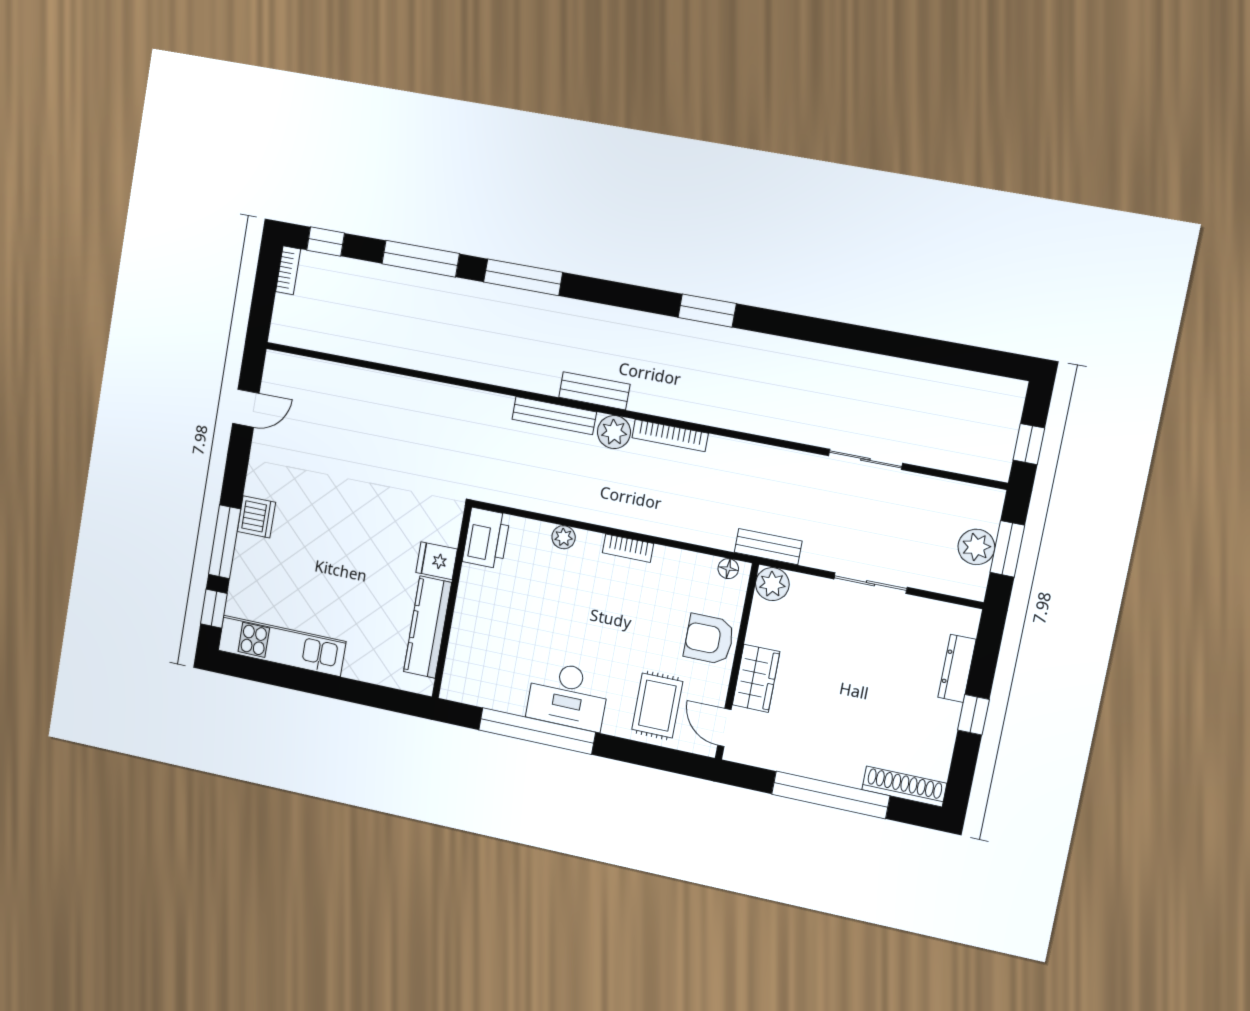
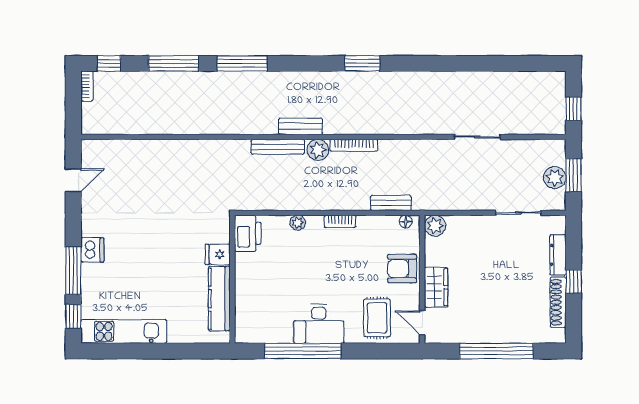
bench: (768, 547) -> (391, 203), moved
sliding door: (870, 583) -> (518, 213), moved
shoe rack: (904, 786) -> (558, 302), moved, turned -90

